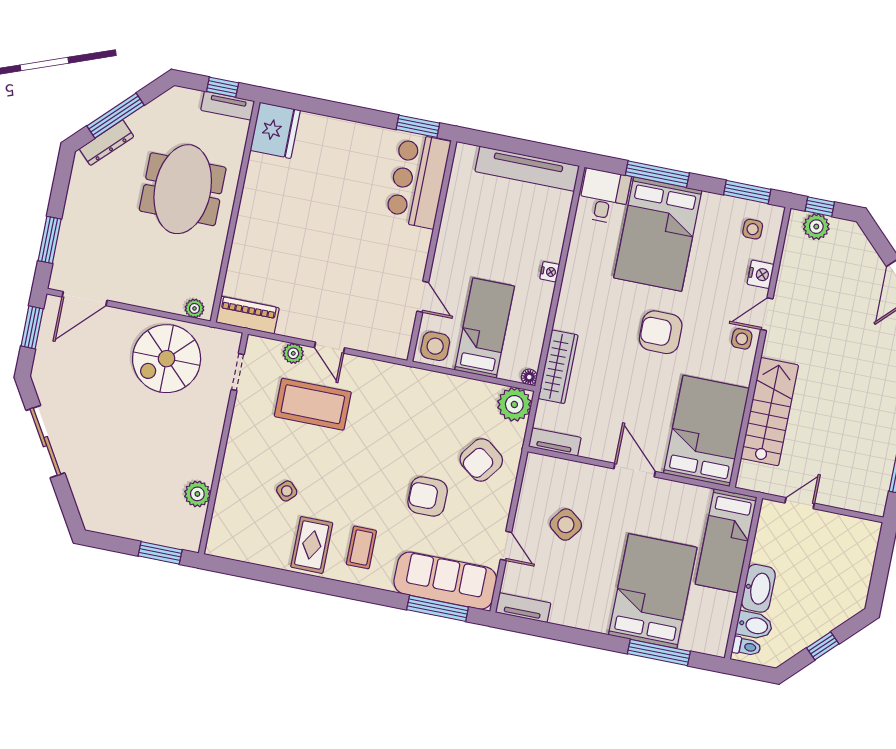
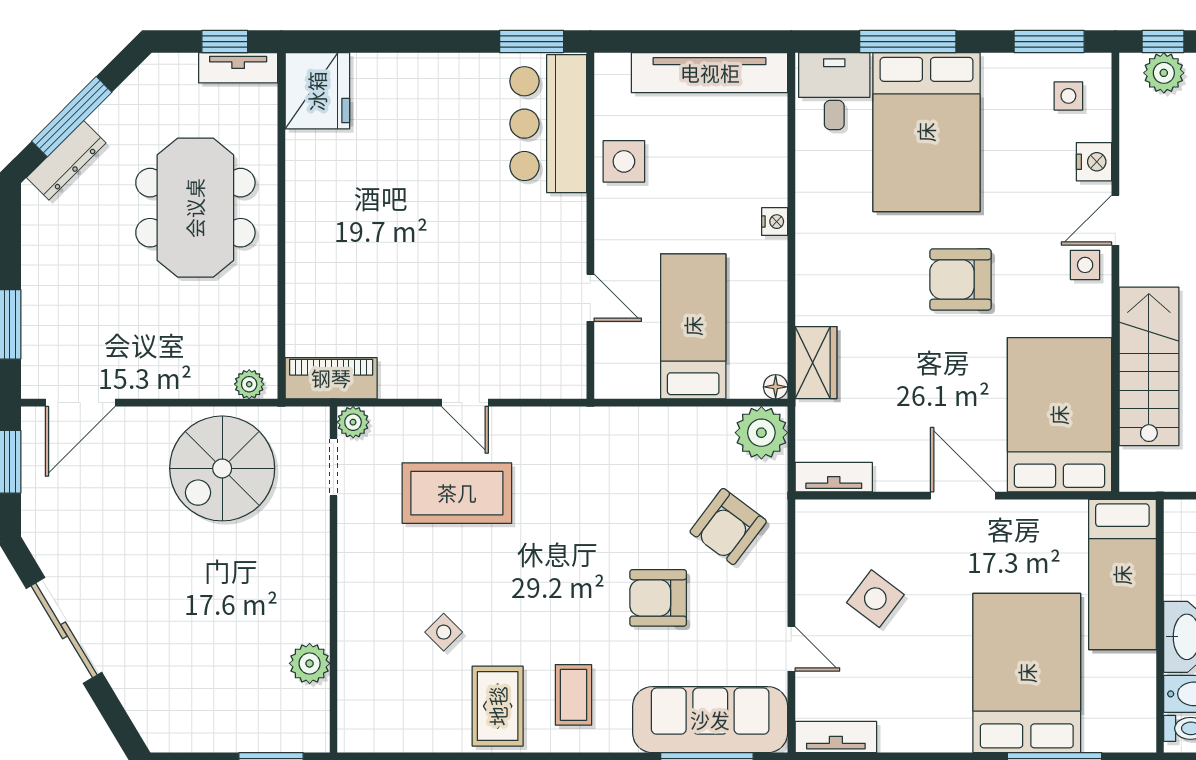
side table: (435, 346) -> (624, 161), moved
plant: (293, 353) -> (353, 422), moved
wardrobe: (558, 367) -> (816, 363), width x0.67

